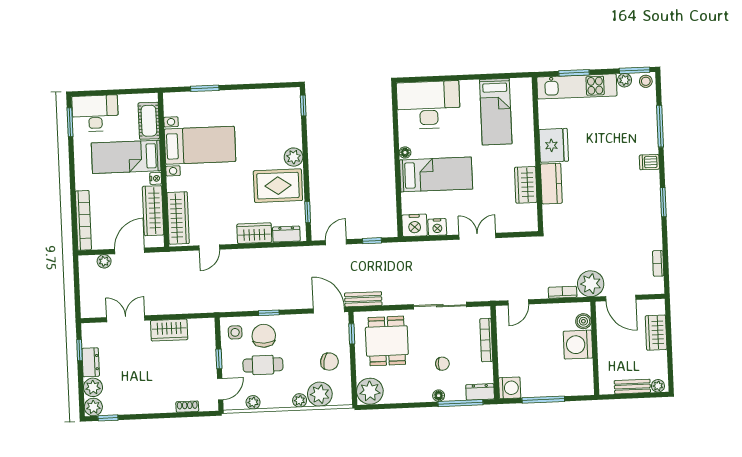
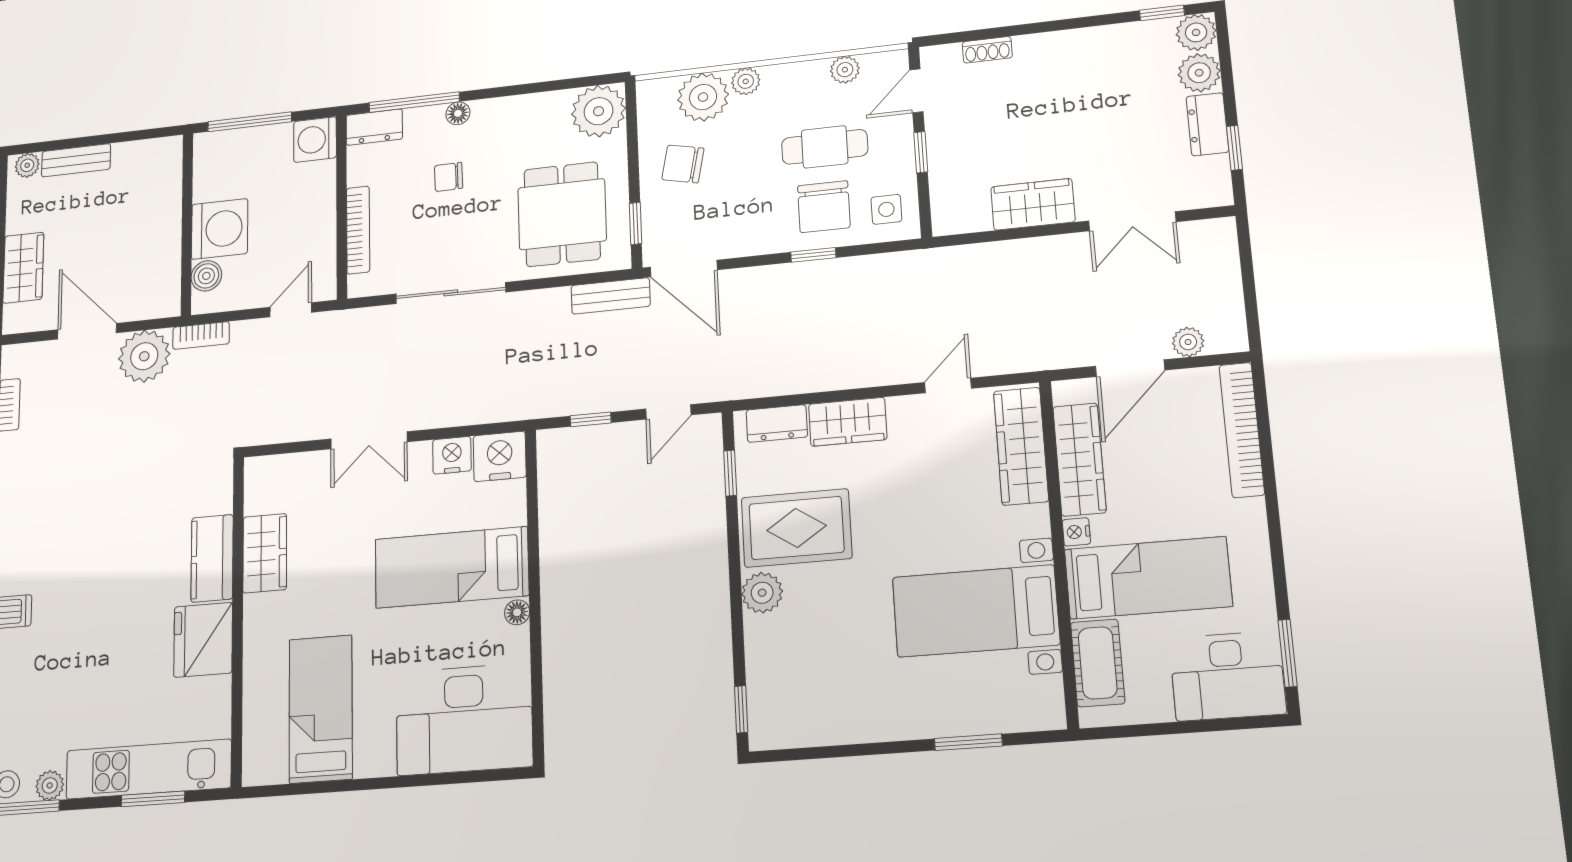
boiler: (583, 321) -> (206, 276), moved
washing machine: (578, 345) -> (220, 229), moved
wall: (595, 348) -> (187, 224), moved

